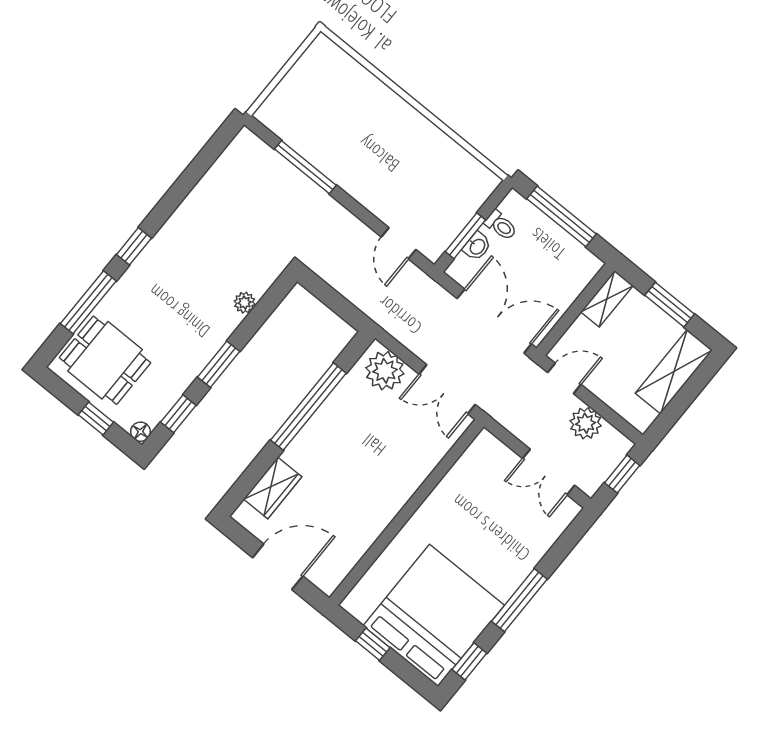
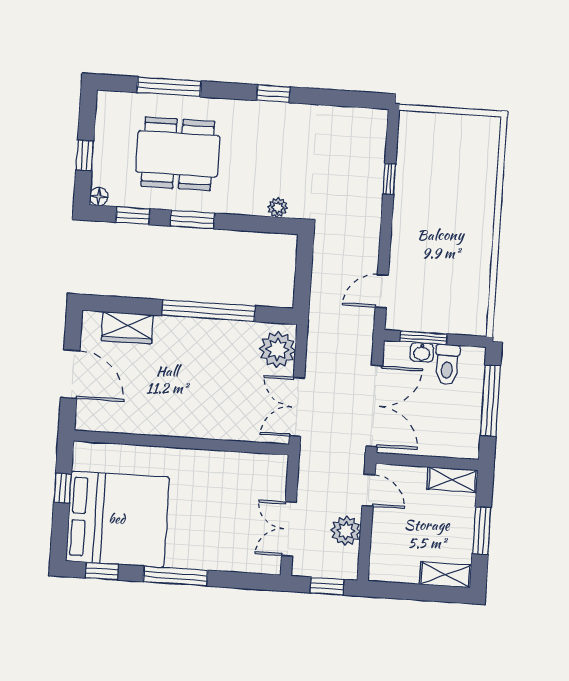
window: (305, 167) -> (389, 179), width x0.46
toilet: (501, 225) -> (447, 364), width x1.37, depth x1.39
window: (134, 246) -> (273, 94), moved
plant: (245, 303) -> (278, 208), moved
dining table: (105, 360) -> (178, 154), moved, width x1.38
shelving: (674, 372) -> (445, 575), width x0.67, depth x0.75

